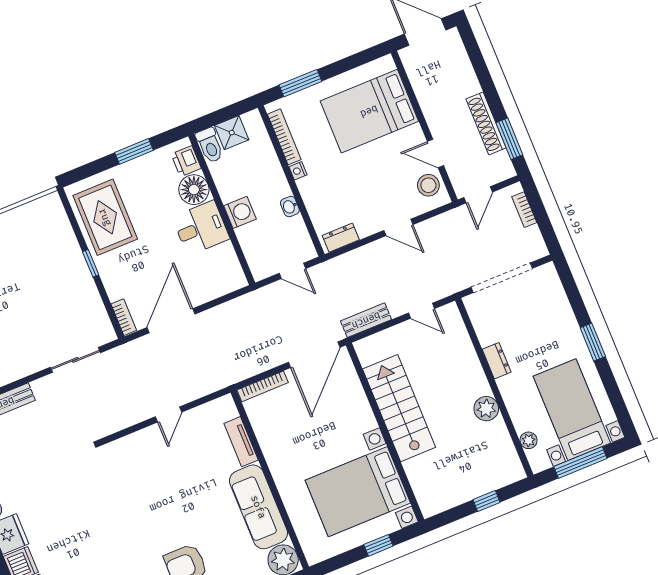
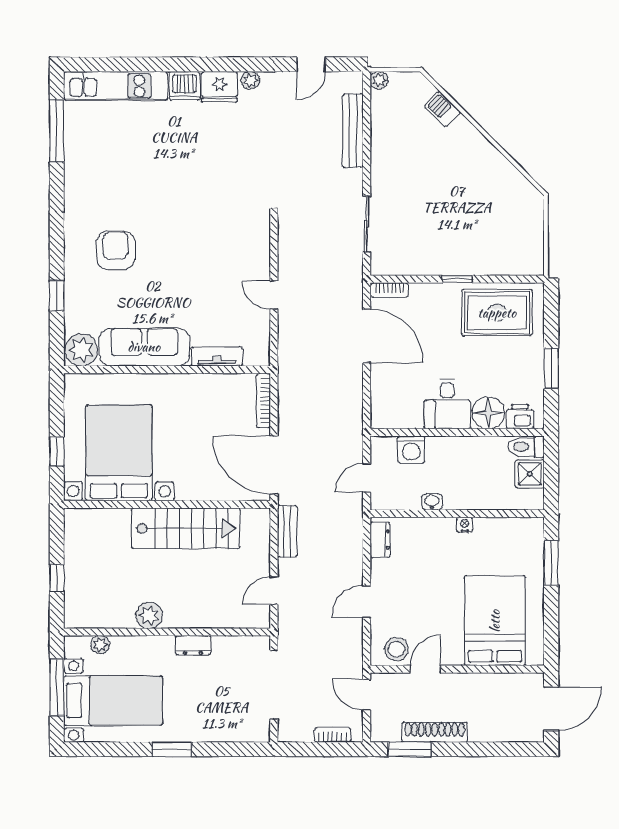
bookcase: (284, 137) -> (504, 525), removed
washing machine: (240, 212) -> (411, 449), moved

